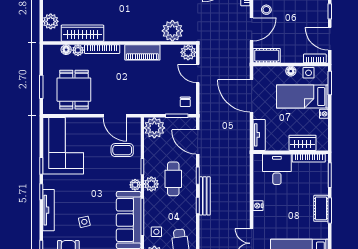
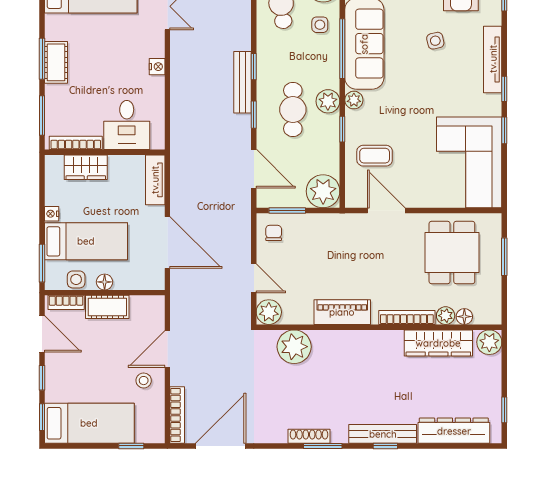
plant: (51, 21) -> (489, 342), moved
cot: (267, 56) -> (107, 307), moved

